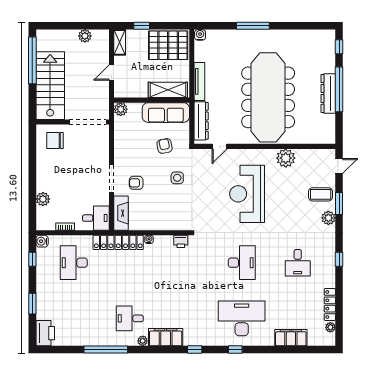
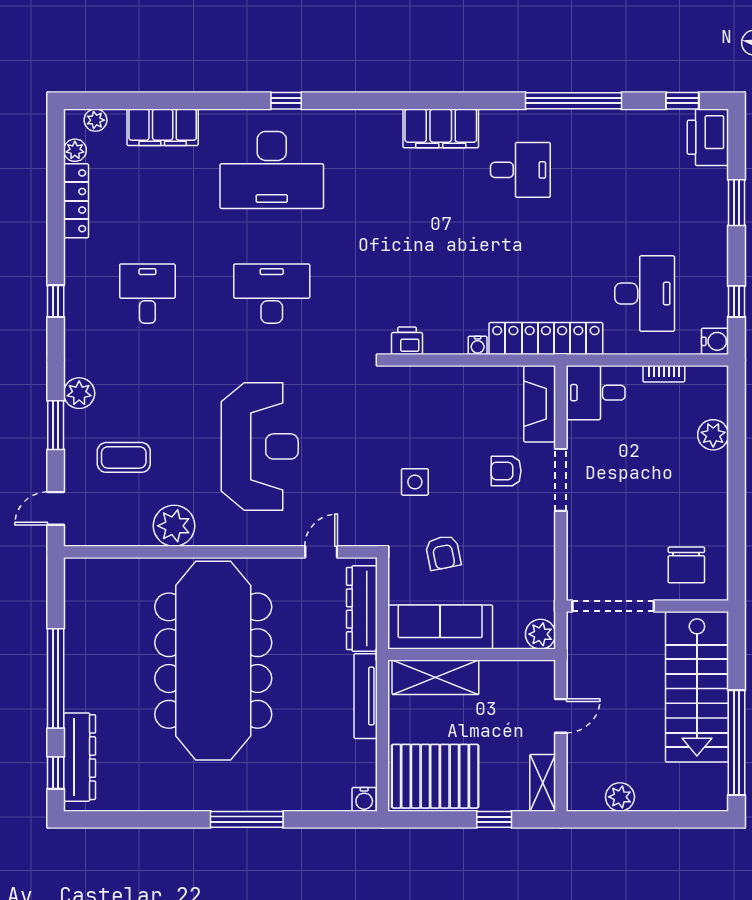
dresser: (328, 93) -> (79, 757), moved
chair: (55, 140) -> (686, 565), turned 90
armchair: (136, 183) -> (506, 471), turned 180
coffee table: (321, 194) -> (124, 457), moved
desk: (242, 263) -> (272, 294), turned 90
plant: (143, 341) -> (96, 120), moved
window: (195, 350) -> (682, 101), moved

